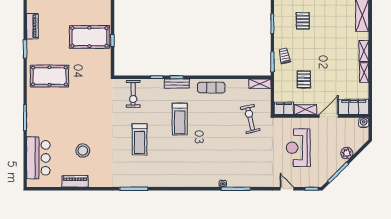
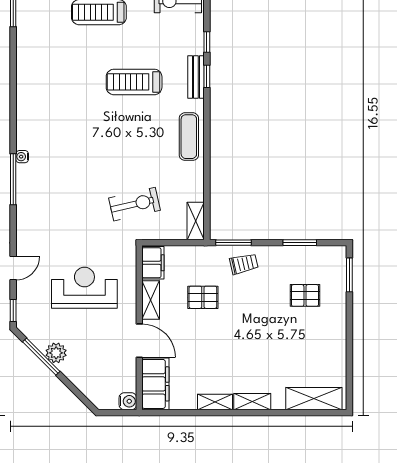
plant: (347, 153) -> (56, 353), moved

